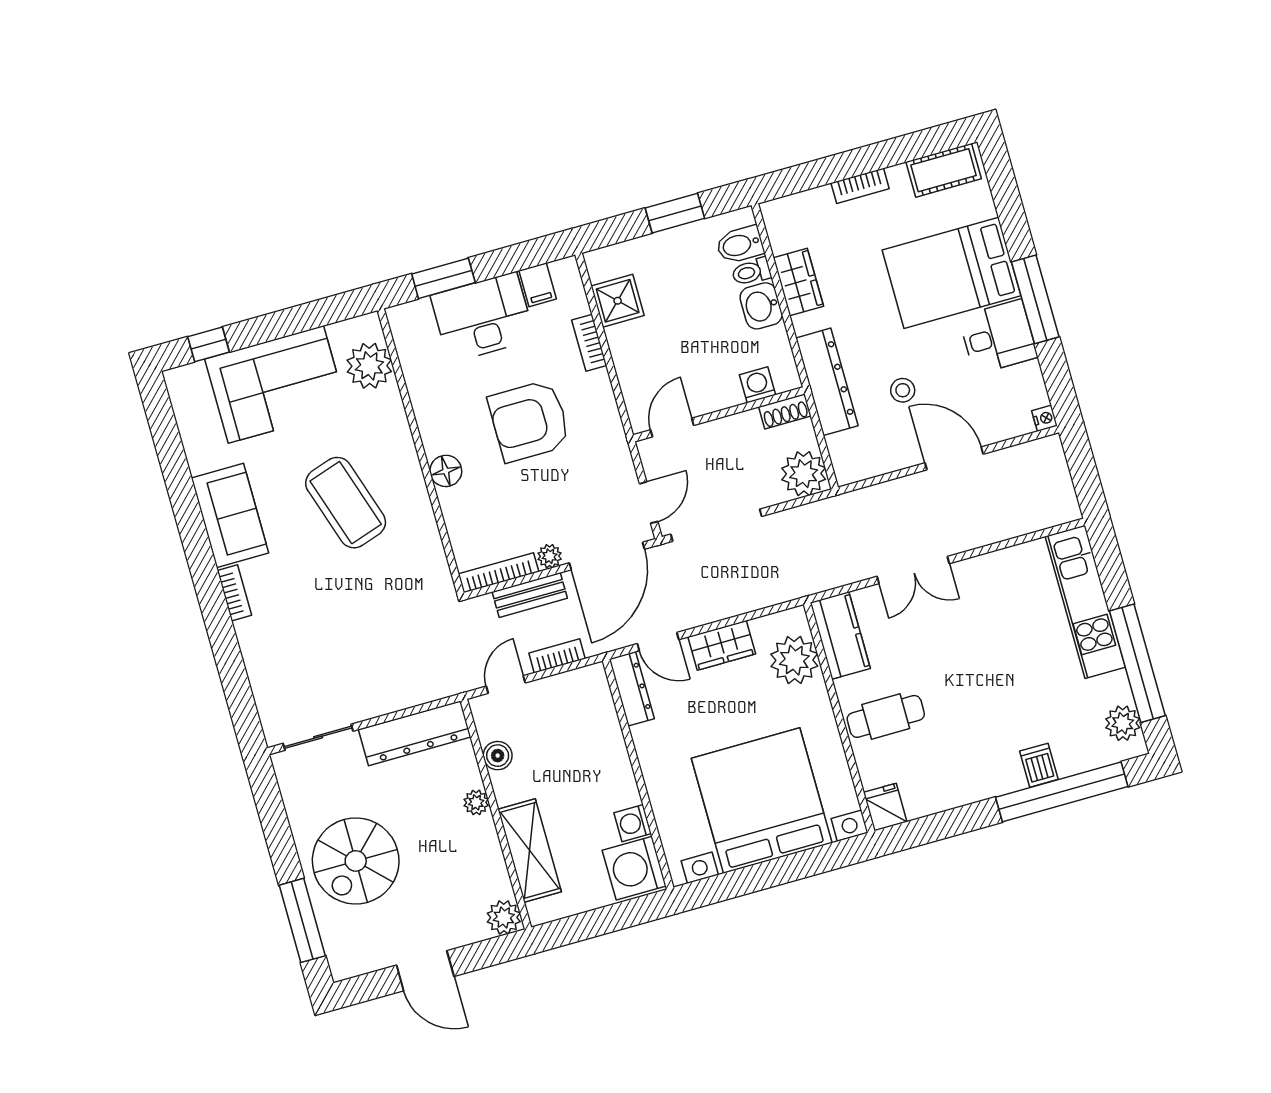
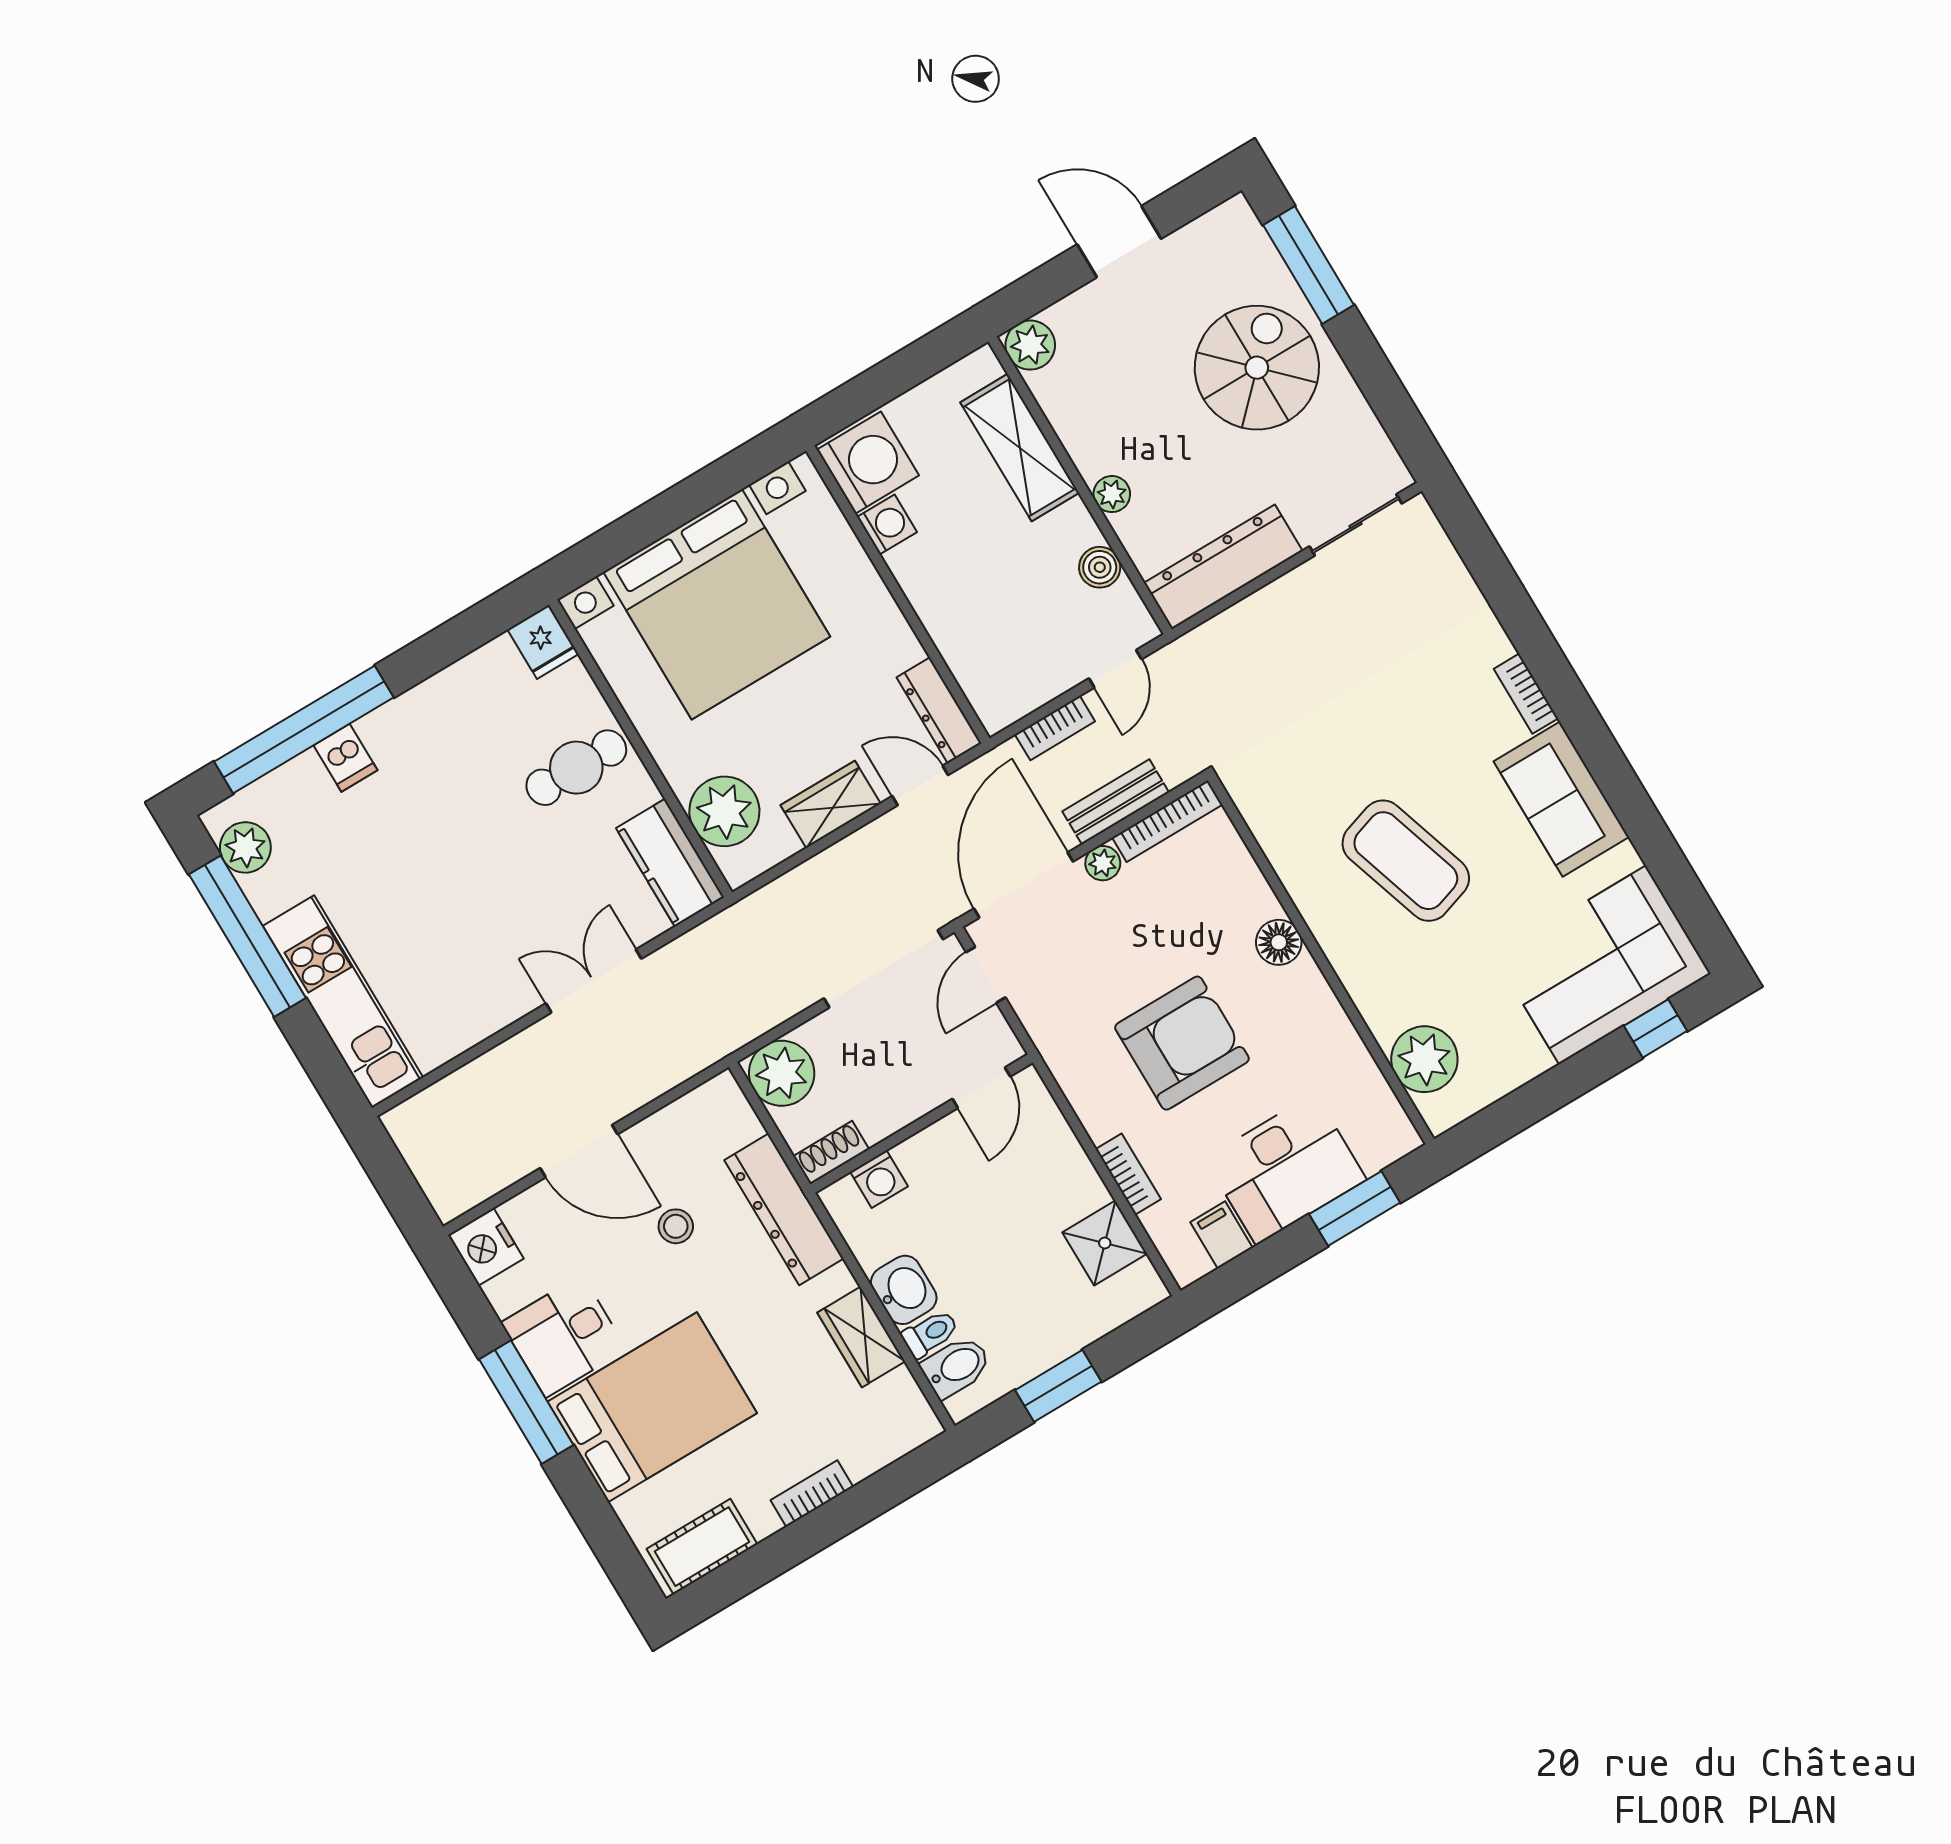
corner sofa: (276, 384) -> (1603, 965), moved
nightstand: (1045, 418) -> (486, 1247), width x1.89, depth x1.79

